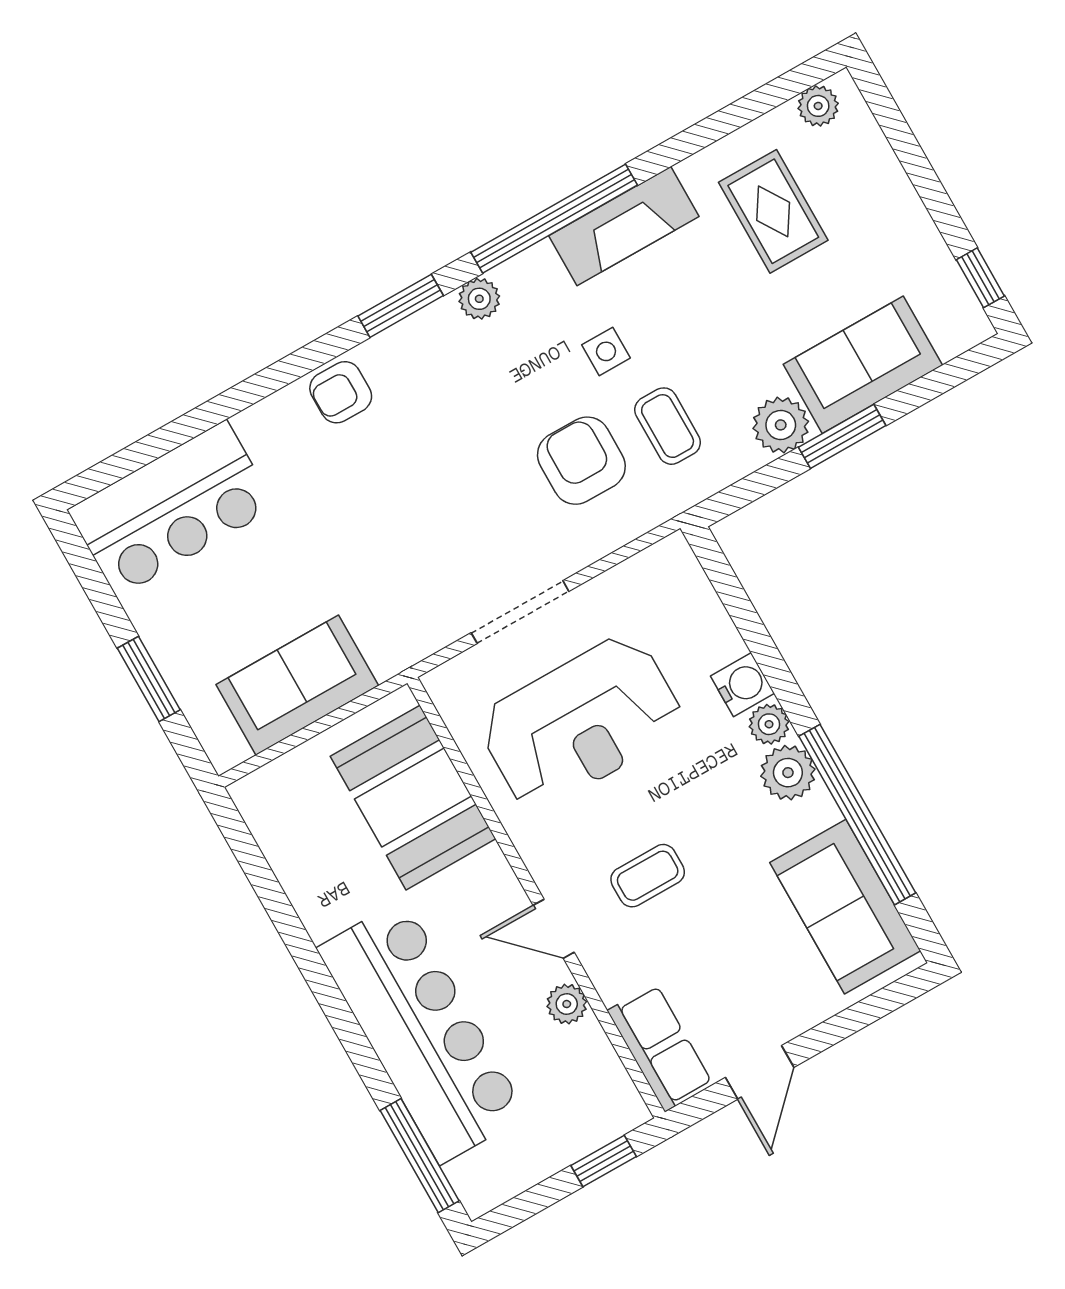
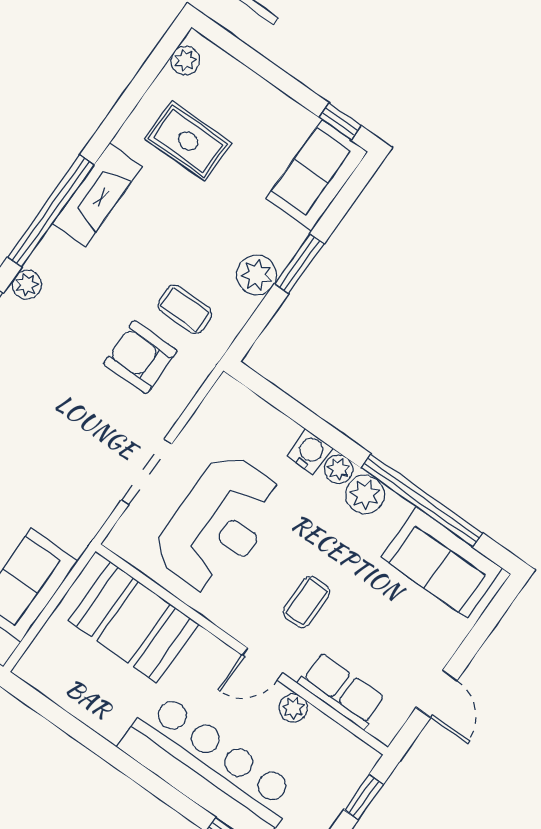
side table: (606, 351) -> (123, 280), removed
sofa: (863, 365) -> (317, 175), moved
row of seats: (660, 1048) -> (342, 691), moved

